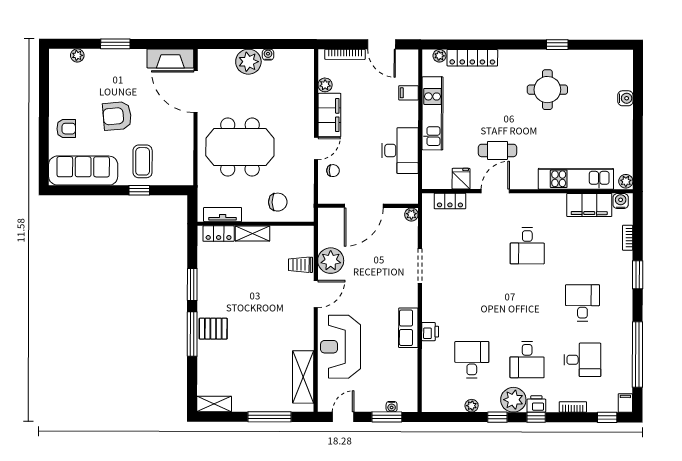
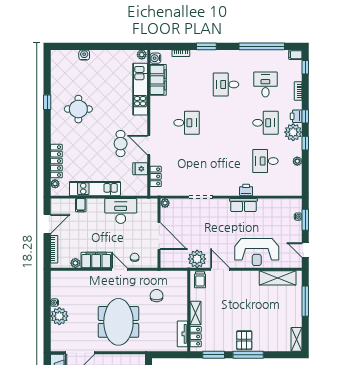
tv unit: (223, 215) -> (182, 334), moved
wall: (256, 224) -> (189, 311), moved
shelving: (253, 233) -> (196, 313), moved
locker: (219, 234) -> (196, 337), moved

